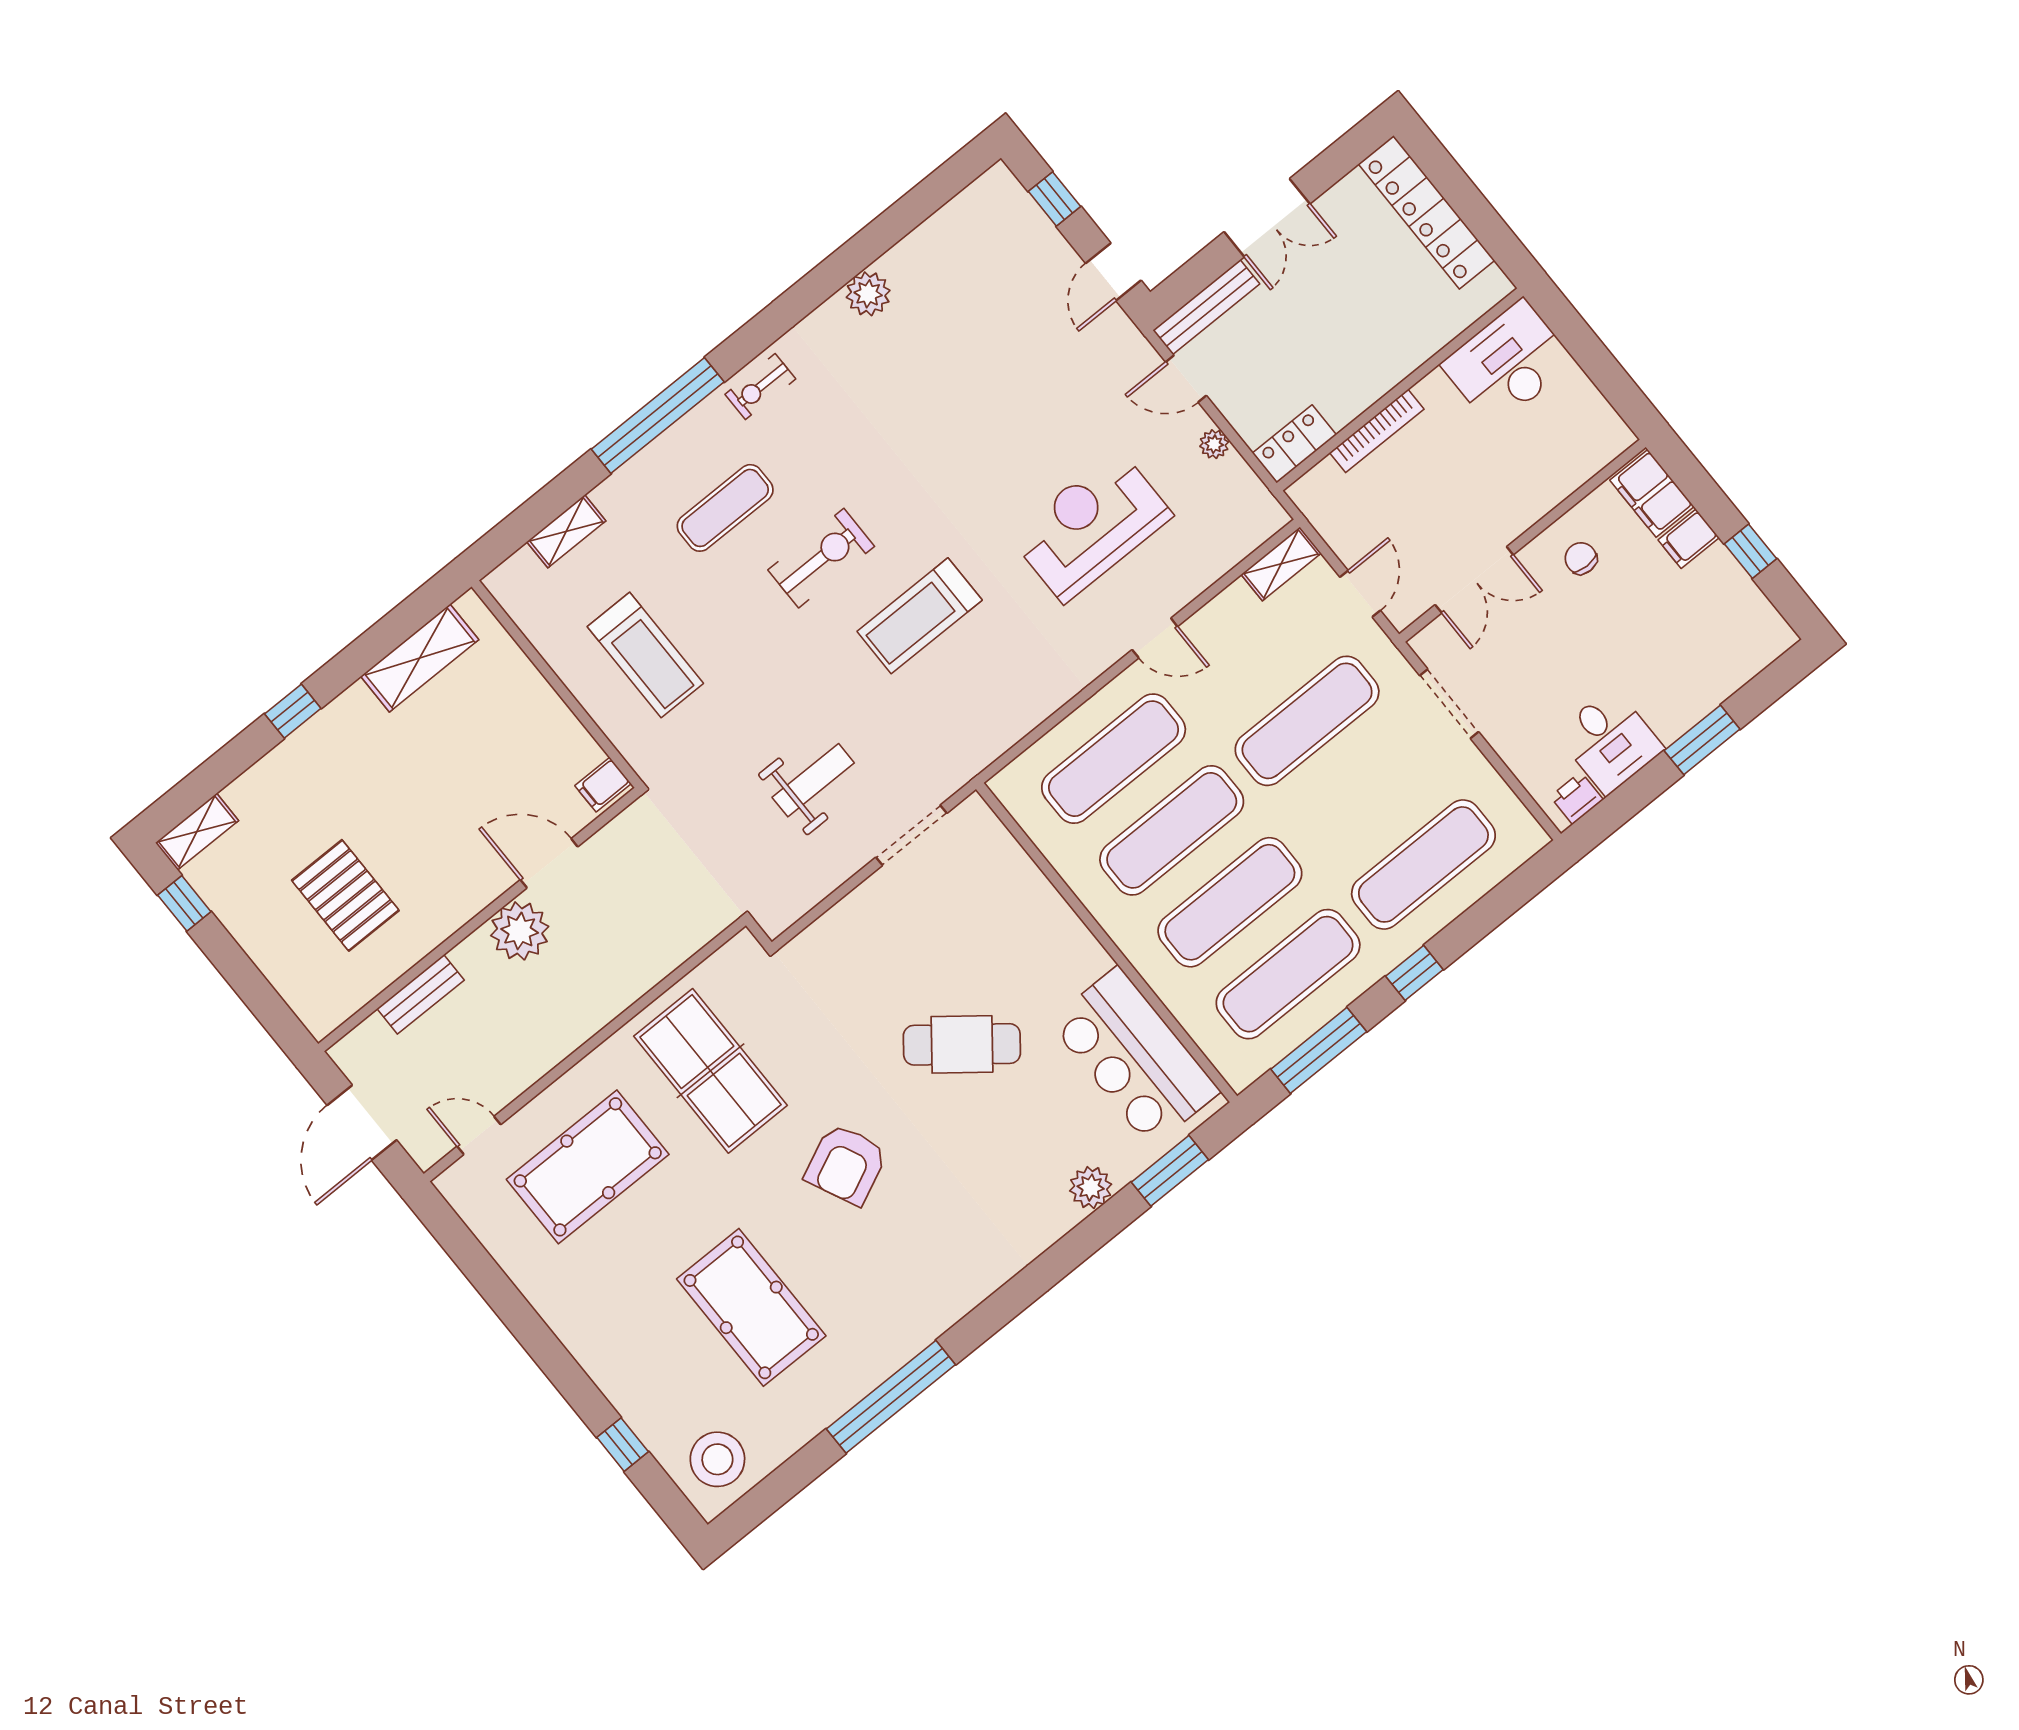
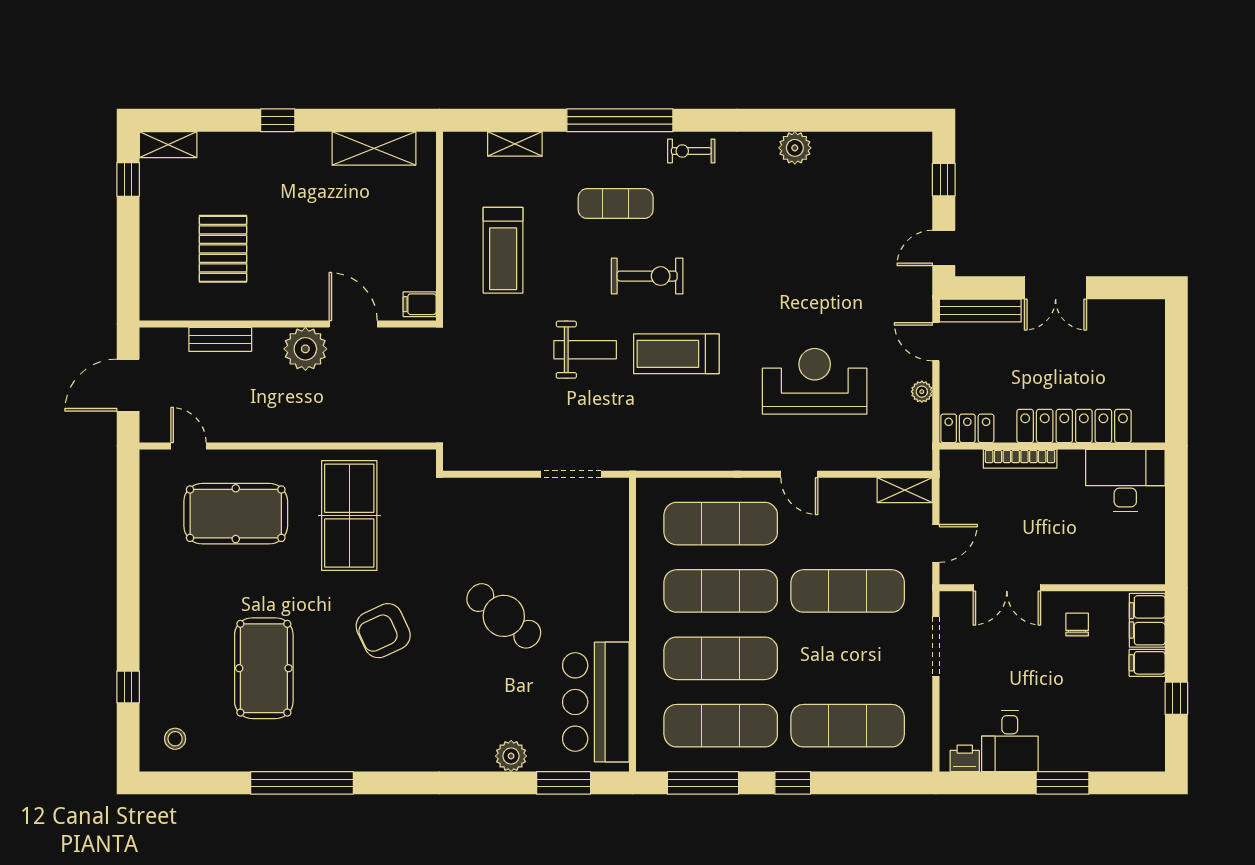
locker: (1426, 212) -> (1074, 426), moved, turned 90
weight bench: (813, 780) -> (585, 350), moved
stool: (717, 1459) -> (175, 739), width x0.53, depth x0.53

